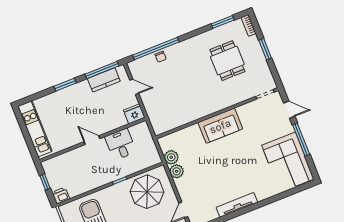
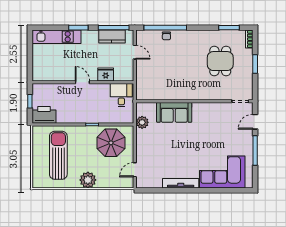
door: (289, 110) -> (255, 122), swing flipped
fridge: (134, 114) -> (106, 74), moved
sofa: (220, 126) -> (174, 112), moved
kitchen unit: (35, 129) -> (56, 37), moved, turned 90
desk: (121, 144) -> (121, 95), moved
corner sofa: (288, 162) -> (222, 172), moved, turned 90
plant: (177, 171) -> (142, 136), removed
printer: (61, 196) -> (44, 115), width x1.87, depth x1.48

